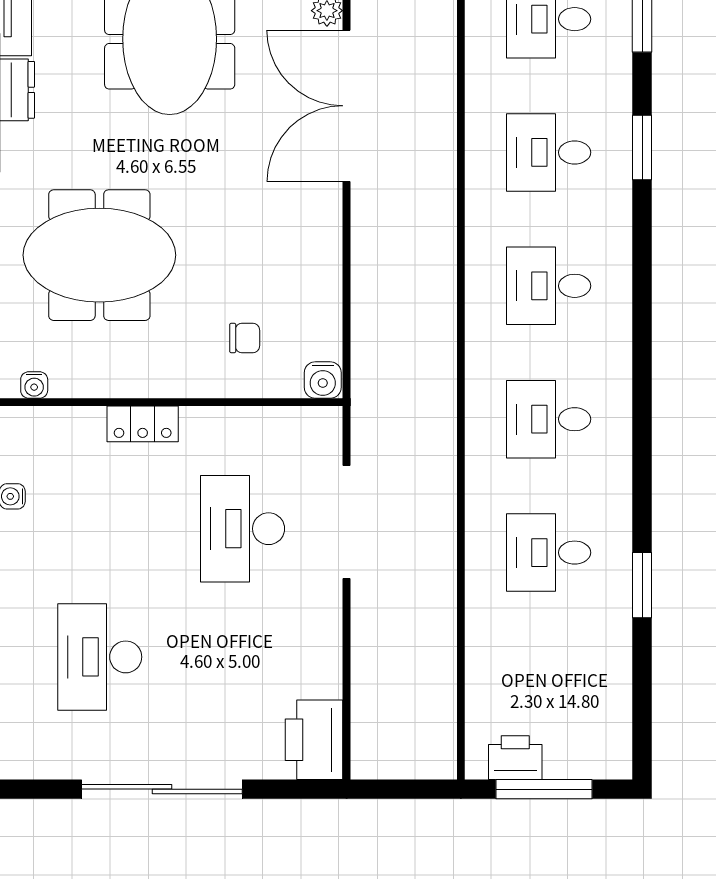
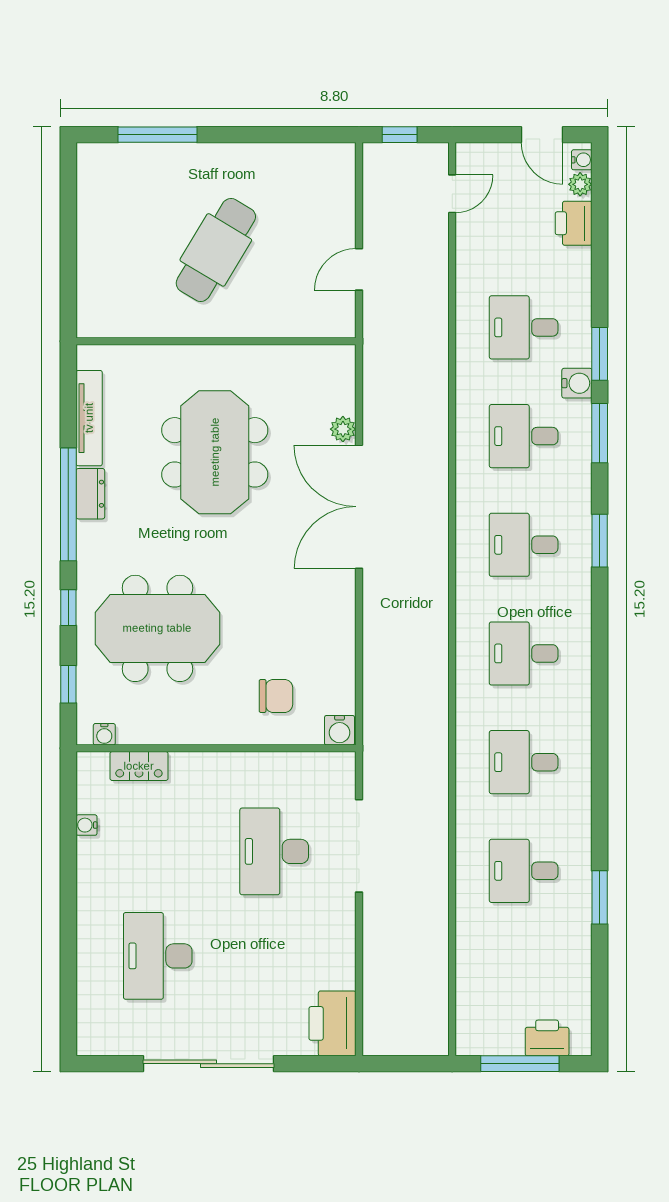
chair: (245, 338) -> (276, 696), width x1.37, depth x1.37
locker: (143, 424) -> (139, 766), moved
printer: (515, 758) -> (547, 1038), moved

